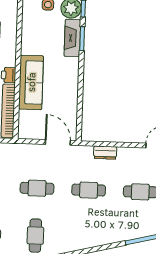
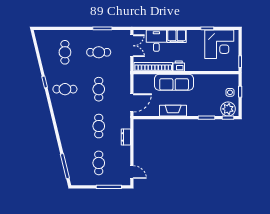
fireplace: (72, 38) -> (173, 111), moved

